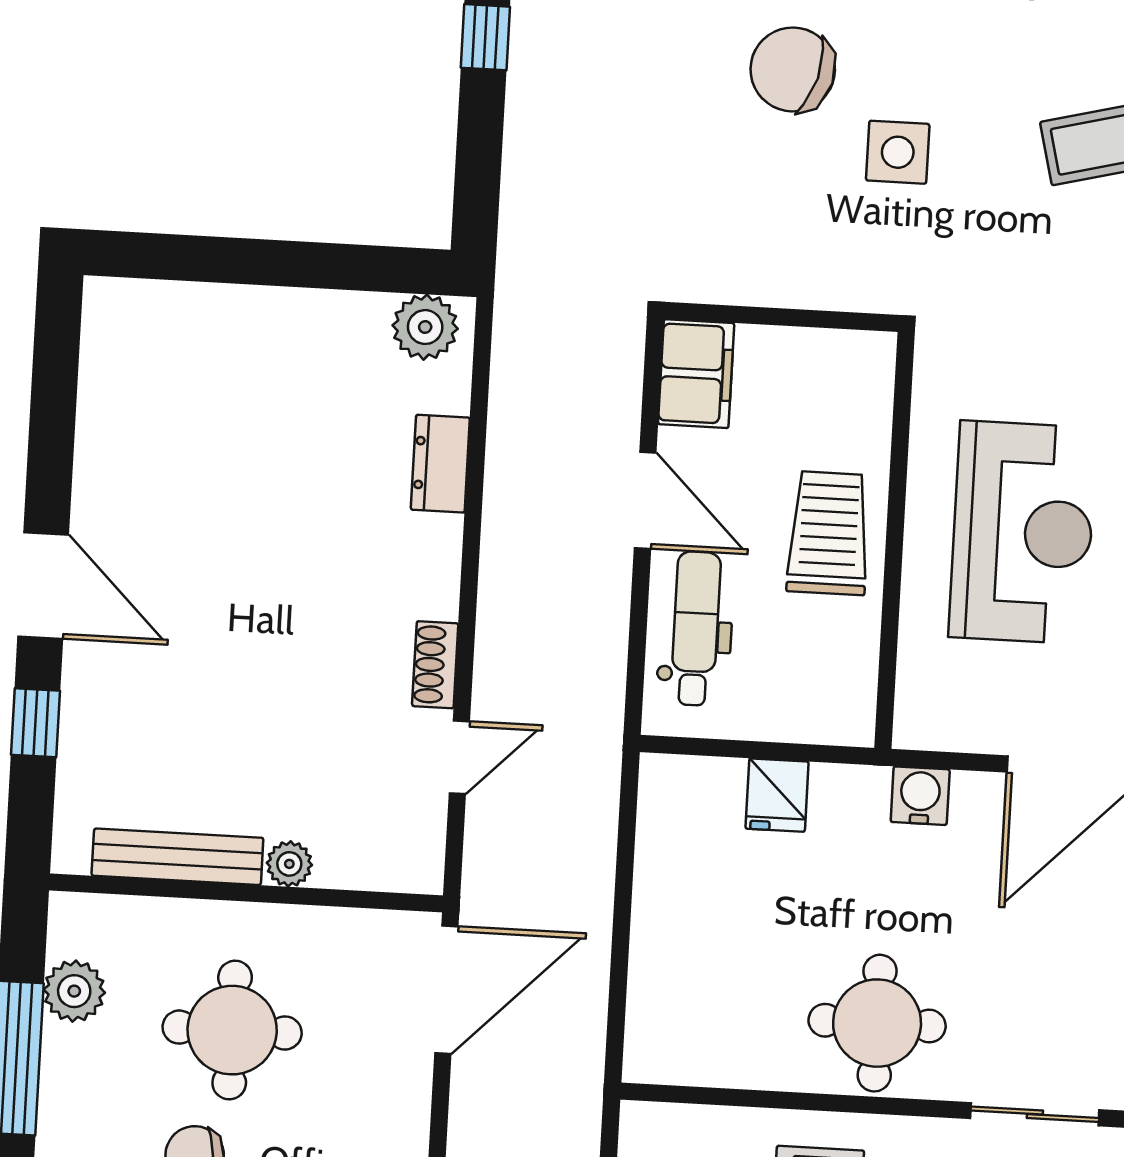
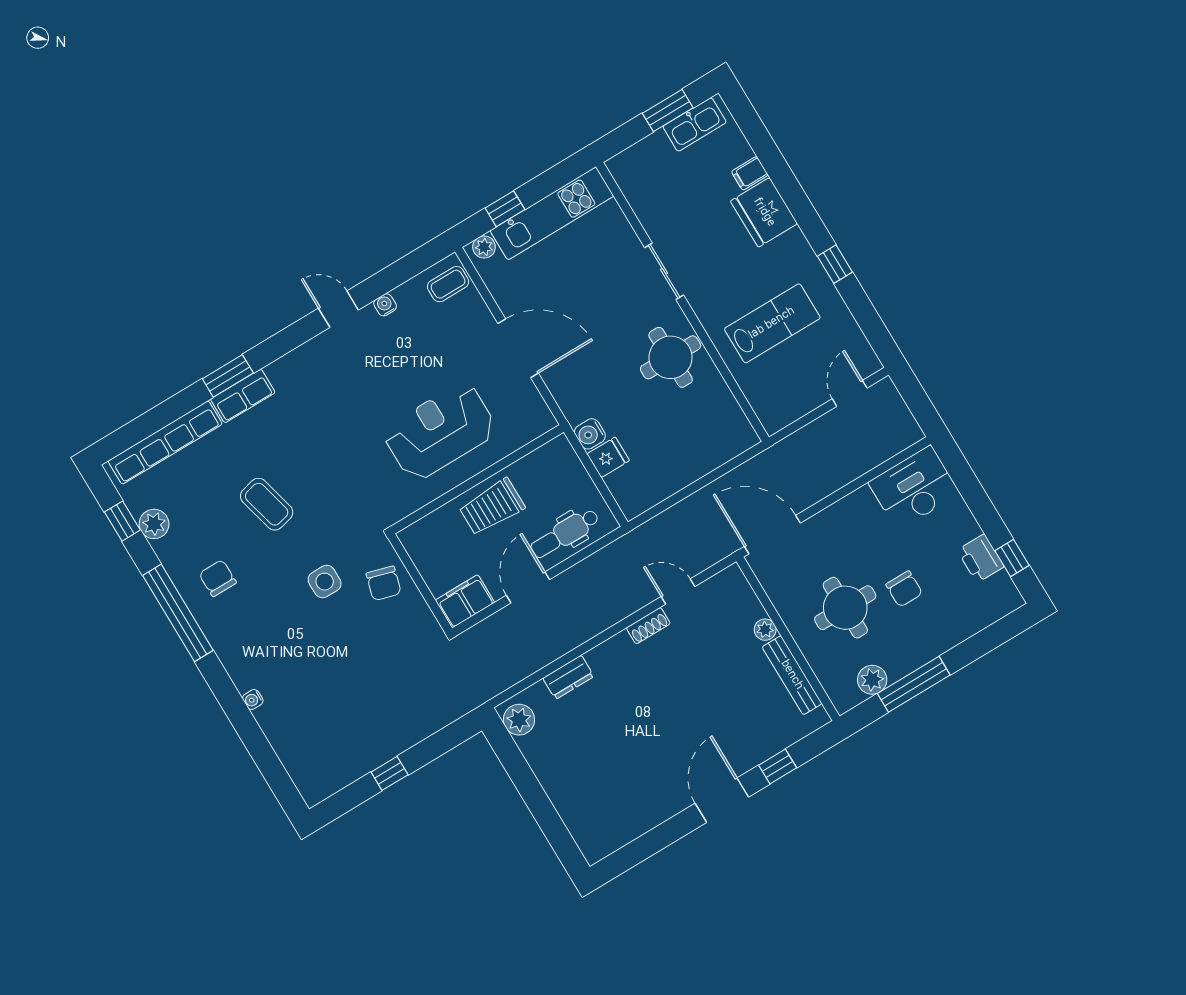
chair: (793, 69) -> (384, 583), moved, width x0.73, depth x0.73
water cooler: (920, 796) -> (590, 434), moved

